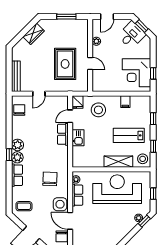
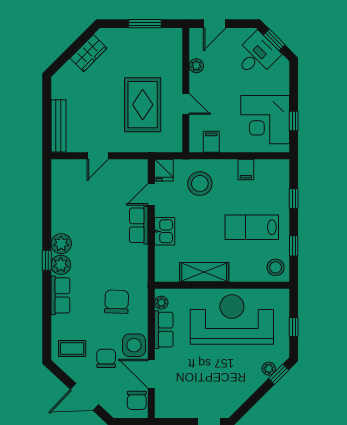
filing cabinet: (105, 86) -> (211, 142), added
chair: (19, 110) -> (106, 358), moved
shelving: (118, 162) -> (204, 272), moved

